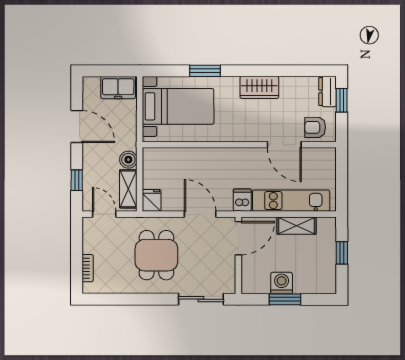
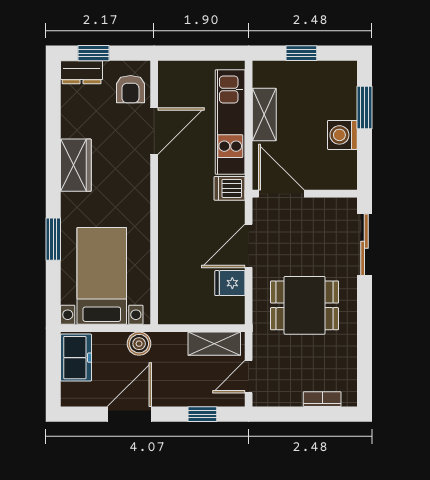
boiler: (128, 160) -> (139, 344), moved
fridge: (152, 200) -> (230, 283), moved
window: (285, 299) -> (364, 108), moved

